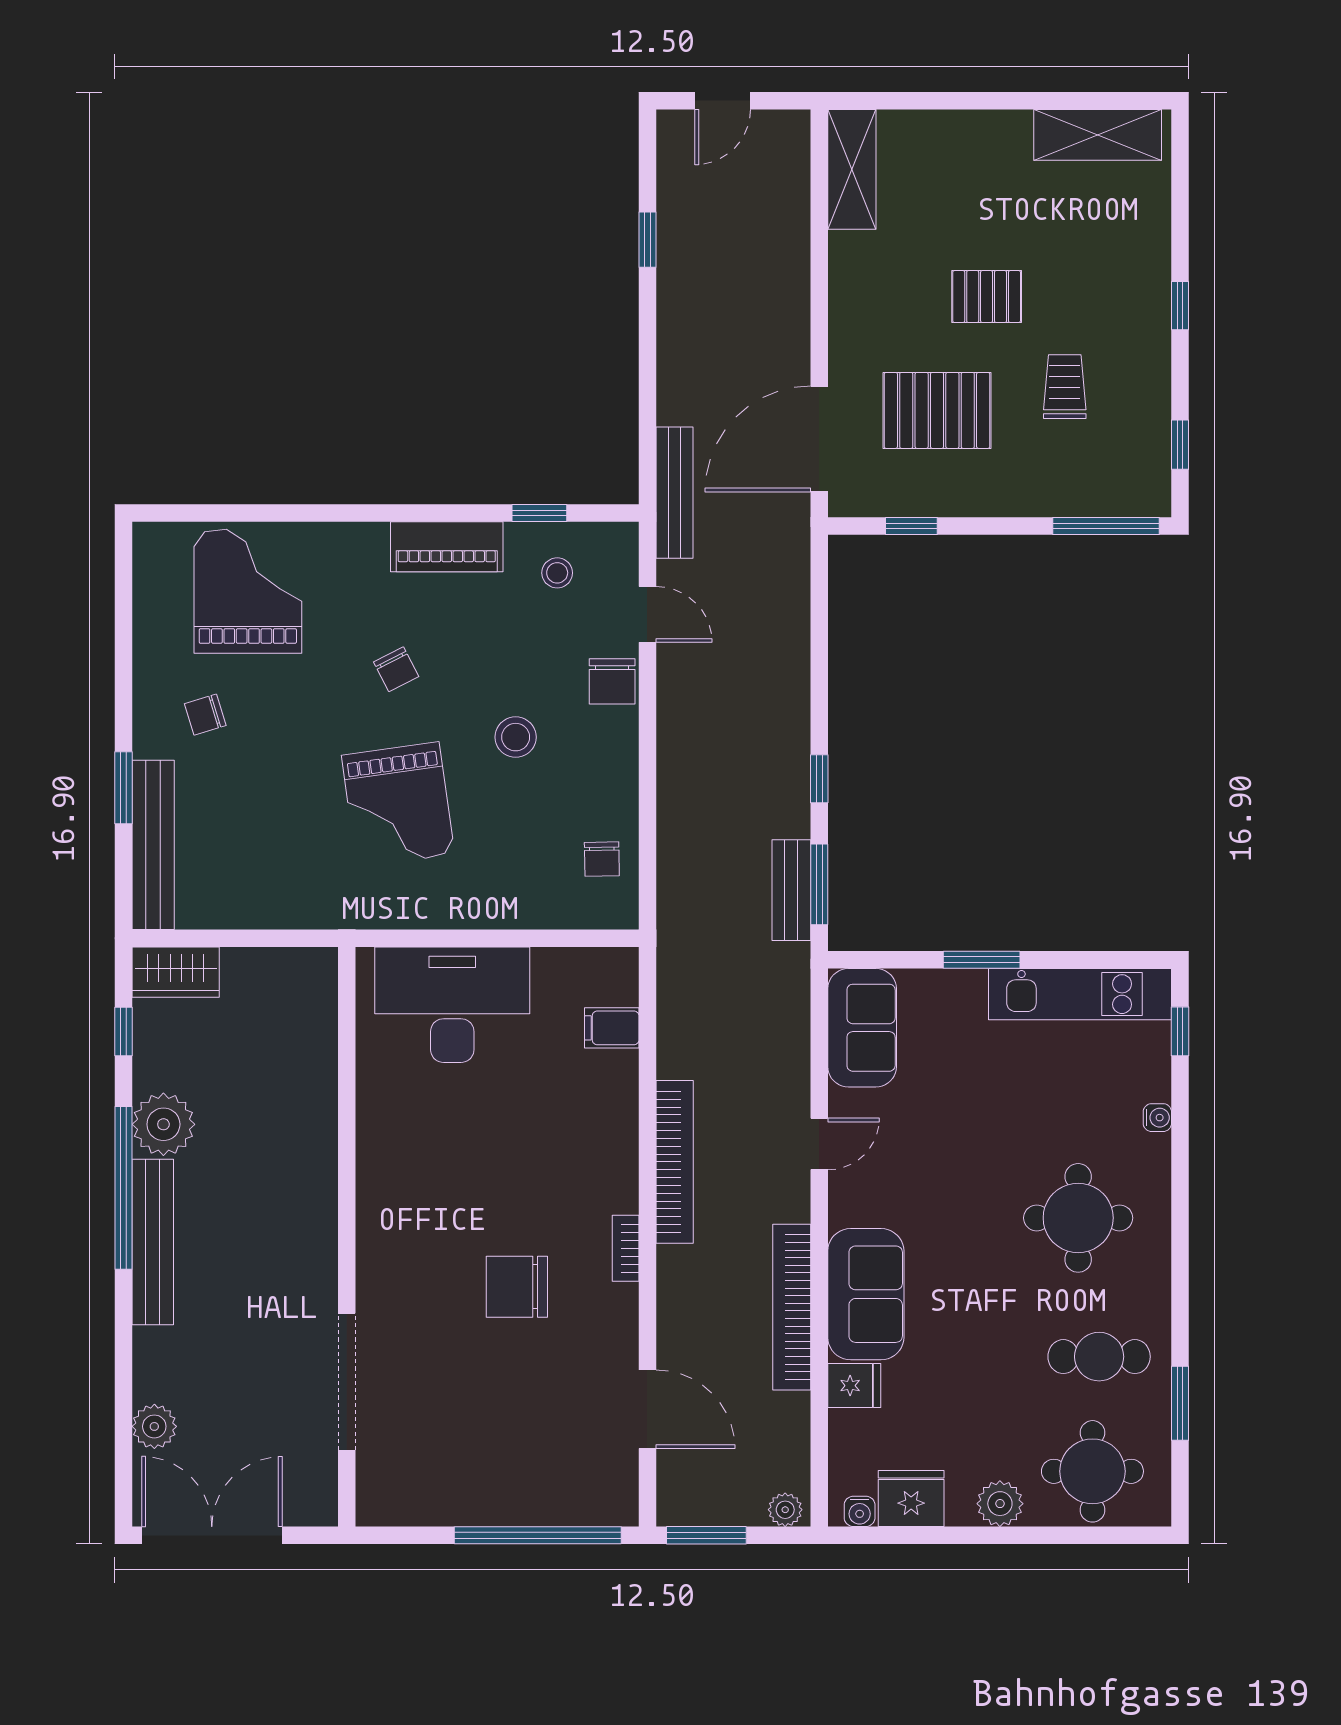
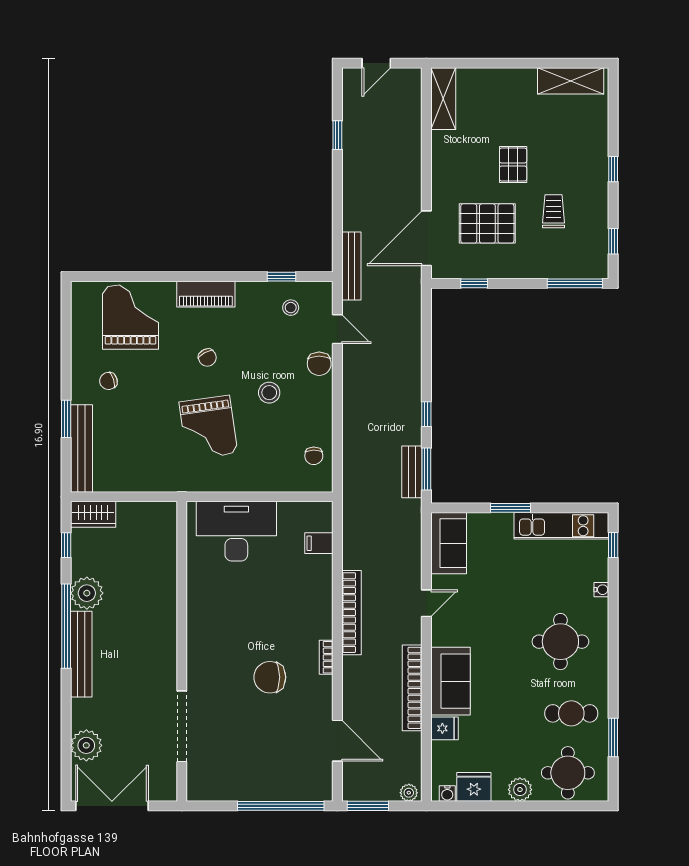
pallet: (987, 297) -> (513, 165), turned 90
piano: (447, 547) -> (206, 294), moved
plant: (154, 1426) -> (86, 745), width x1.36, depth x1.36

